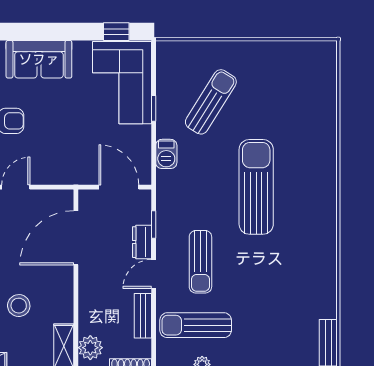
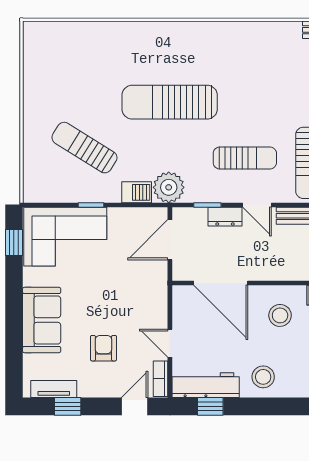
plant: (171, 186) -> (169, 187), added
stool: (19, 306) -> (280, 315), moved

